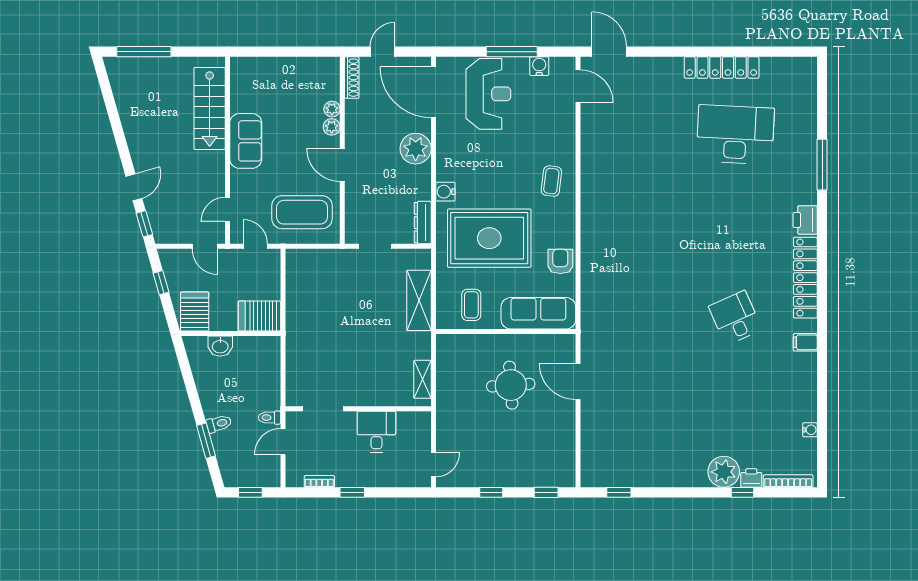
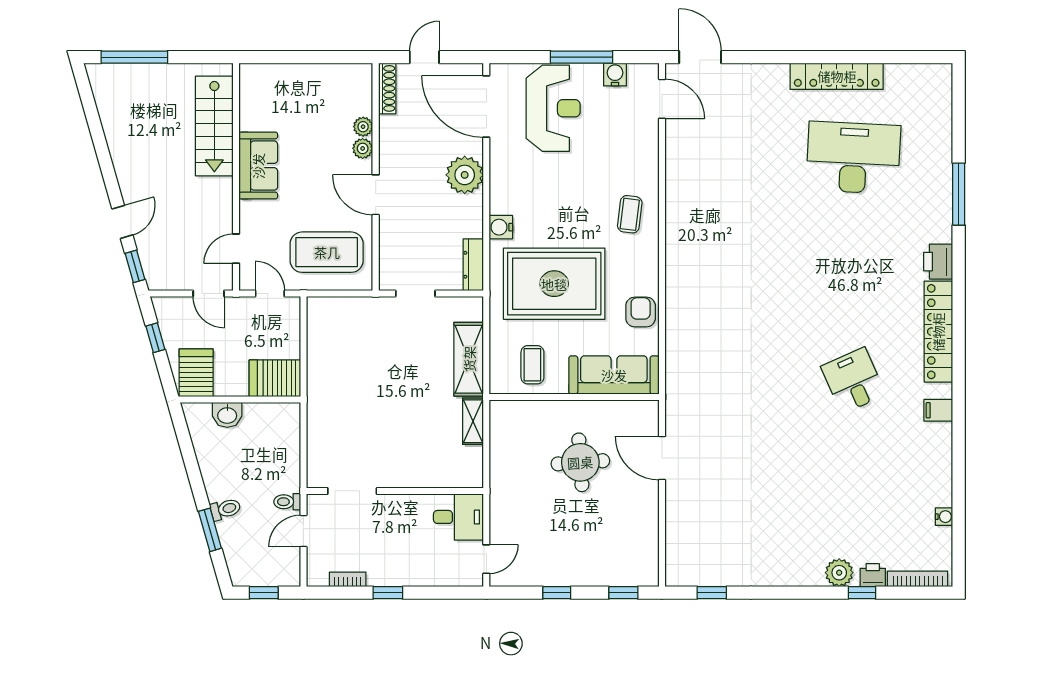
shelving: (422, 379) -> (473, 421), moved
desk: (376, 432) -> (458, 517), moved, turned 90
plant: (724, 472) -> (839, 573), width x0.73, depth x0.73

